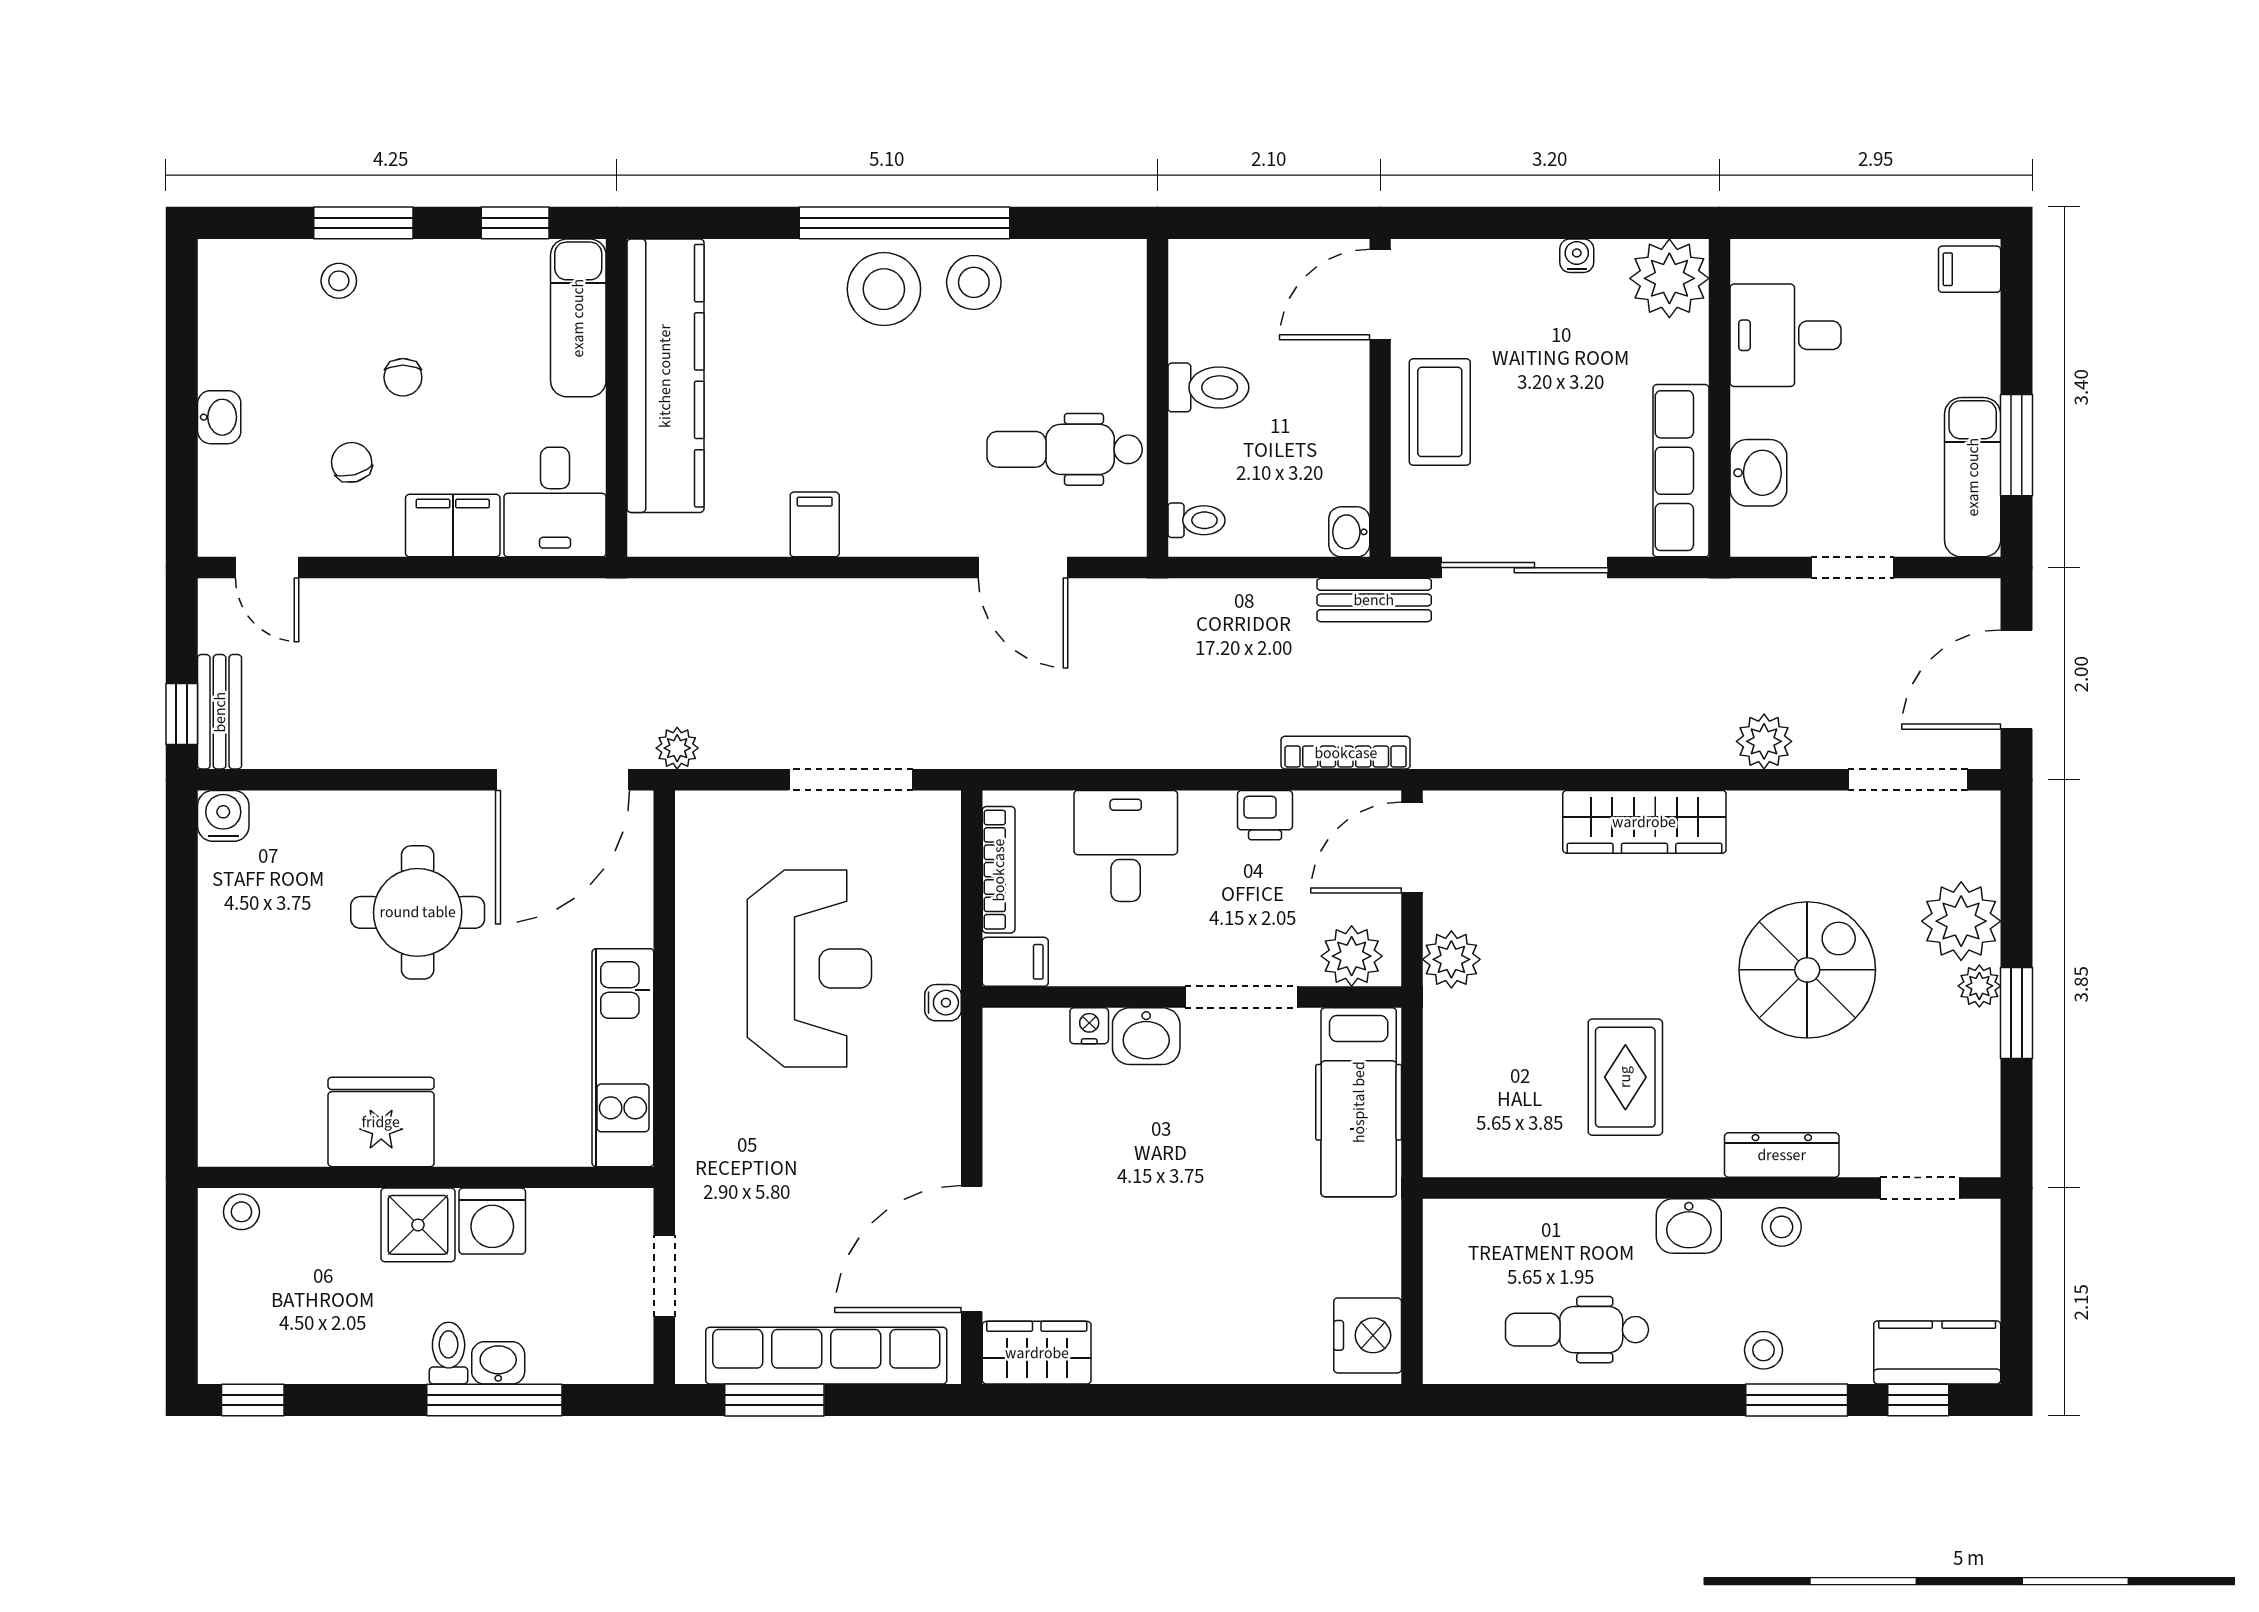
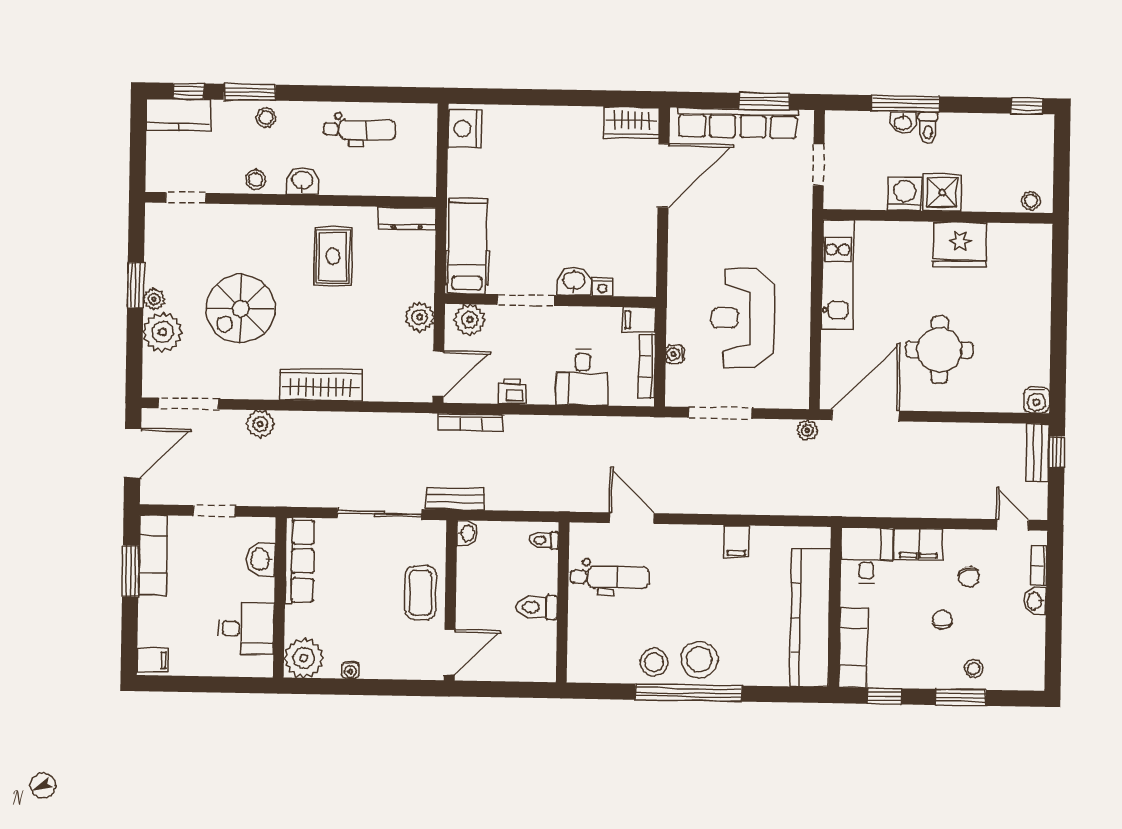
bookcase: (213, 487) -> (1039, 566), added
water cooler: (943, 1003) -> (675, 354), moved
dresser: (1782, 1155) -> (407, 218), moved

